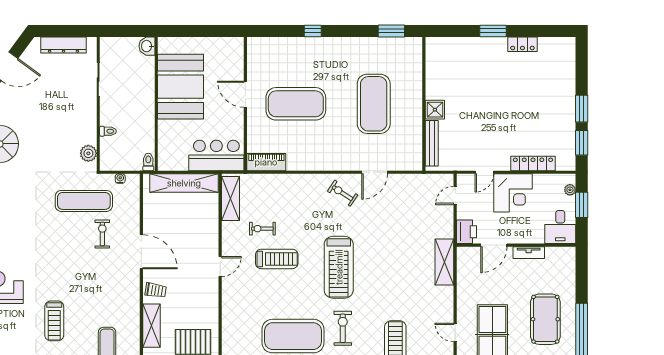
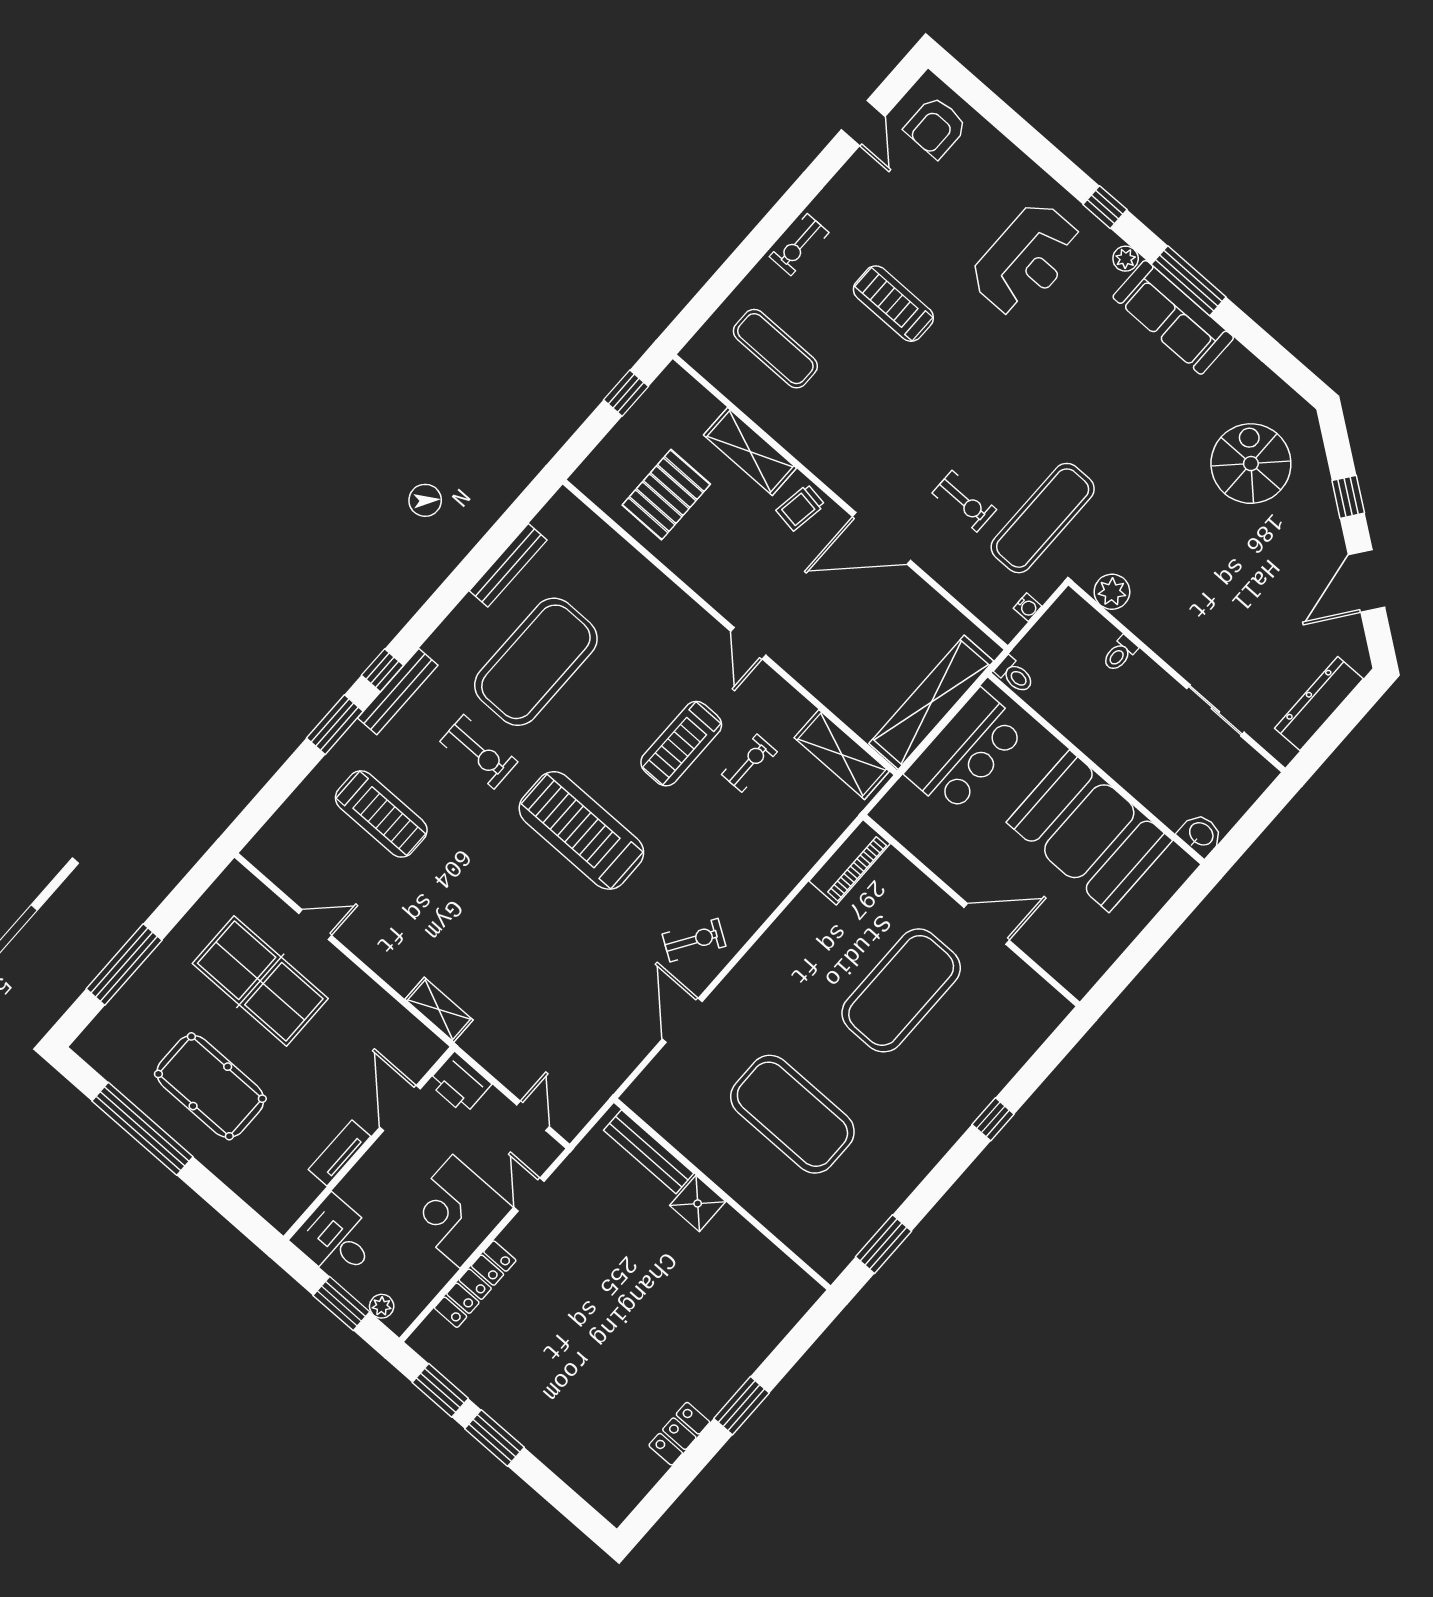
bar counter: (216, 155) -> (966, 751), moved
shelving: (444, 262) -> (439, 1010), width x0.67, depth x0.75

